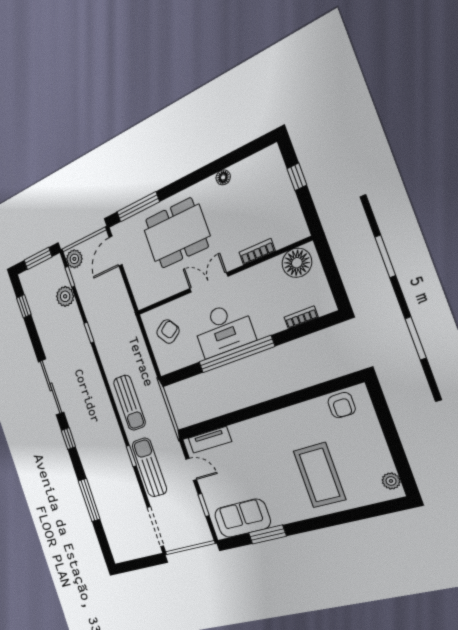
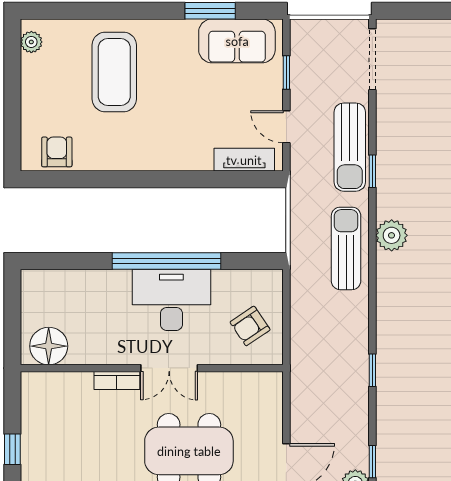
bookcase: (257, 252) -> (117, 381), moved
plant: (65, 296) -> (392, 235), moved
bookcase: (301, 317) -> (67, 277), removed

